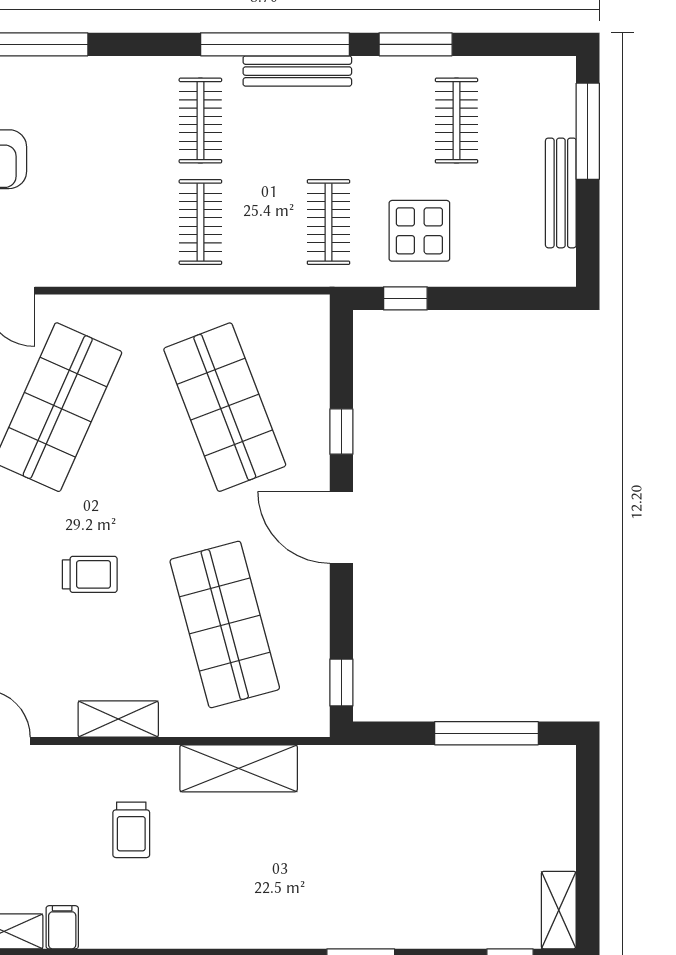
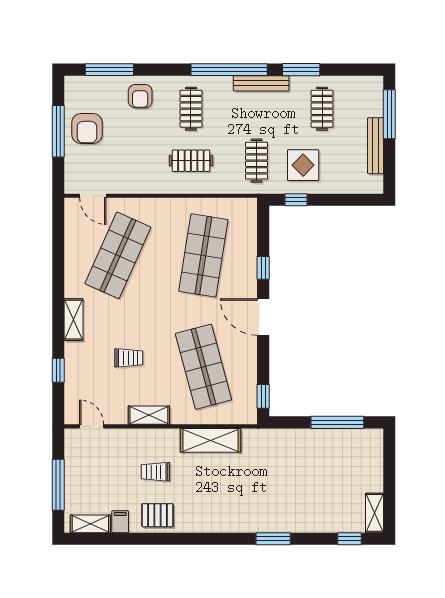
bench: (297, 71) -> (261, 83), moved
armchair: (101, 96) -> (140, 96), added
clothes rail: (200, 222) -> (191, 161), turned 90
shop shelf: (225, 407) -> (203, 255), turned 30
trolley: (90, 574) -> (129, 358), moved
trolley: (131, 830) -> (156, 472), turned 90
pallet: (135, 914) -> (158, 515), added

